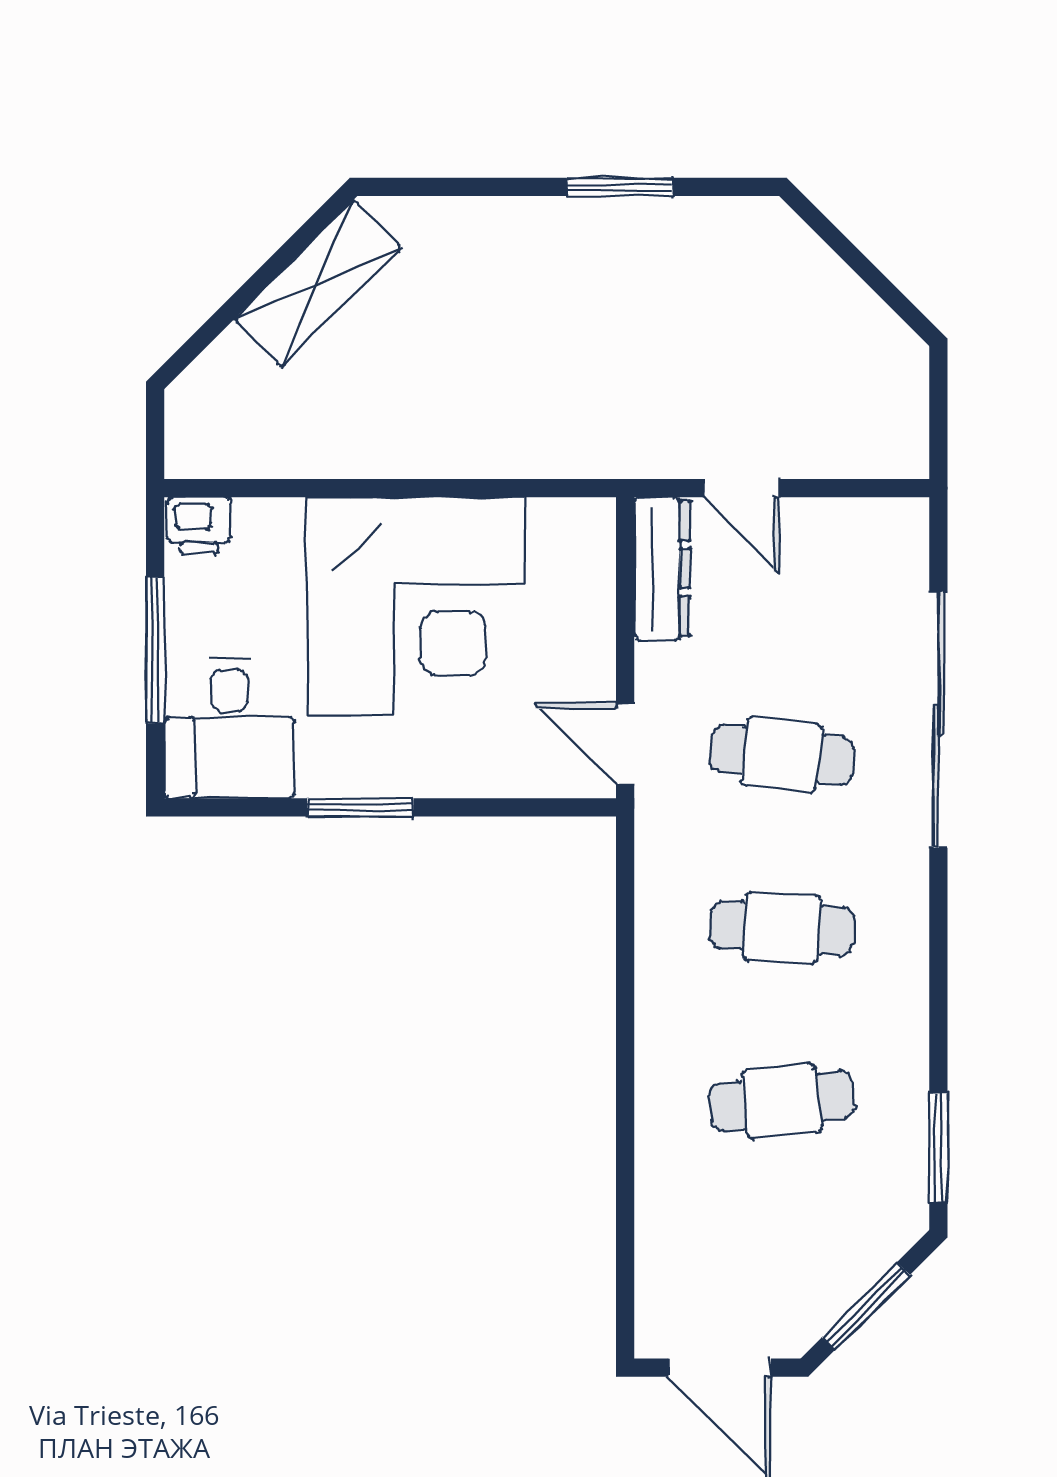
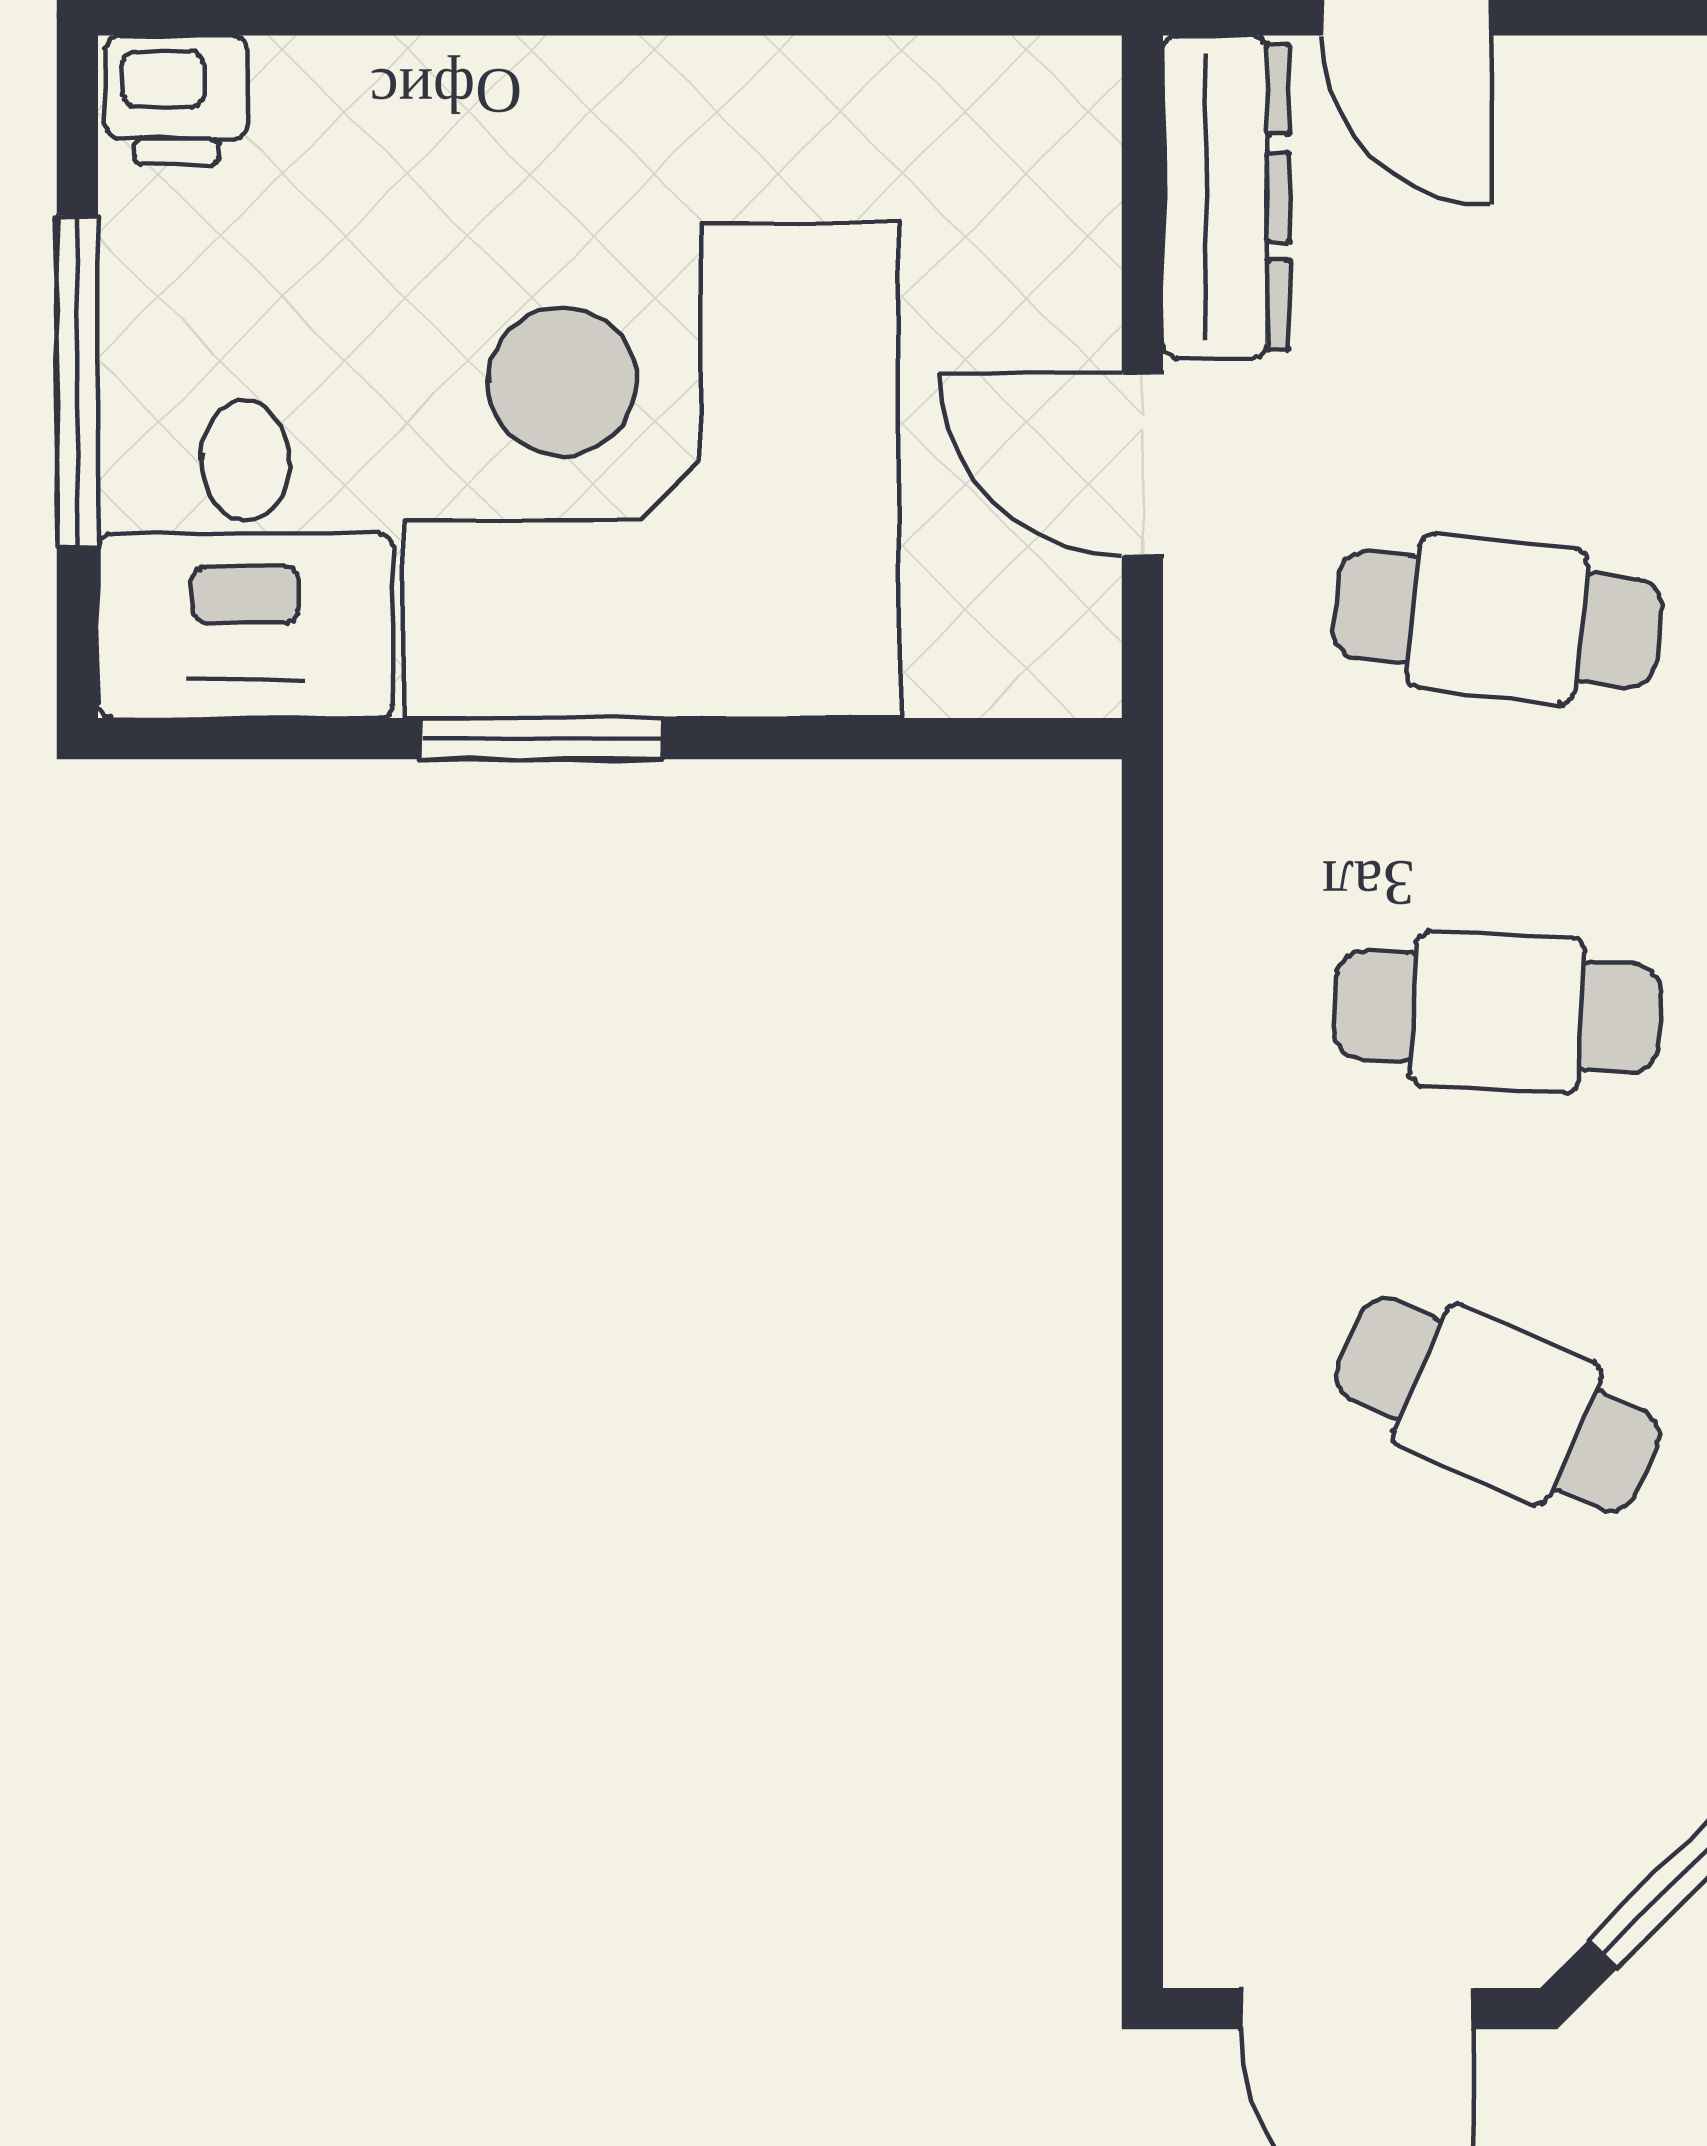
corner desk: (416, 606) -> (651, 471), moved, turned 180
door: (625, 744) -> (1142, 464), moved
cafe table: (782, 1101) -> (1497, 1405), turned 30

